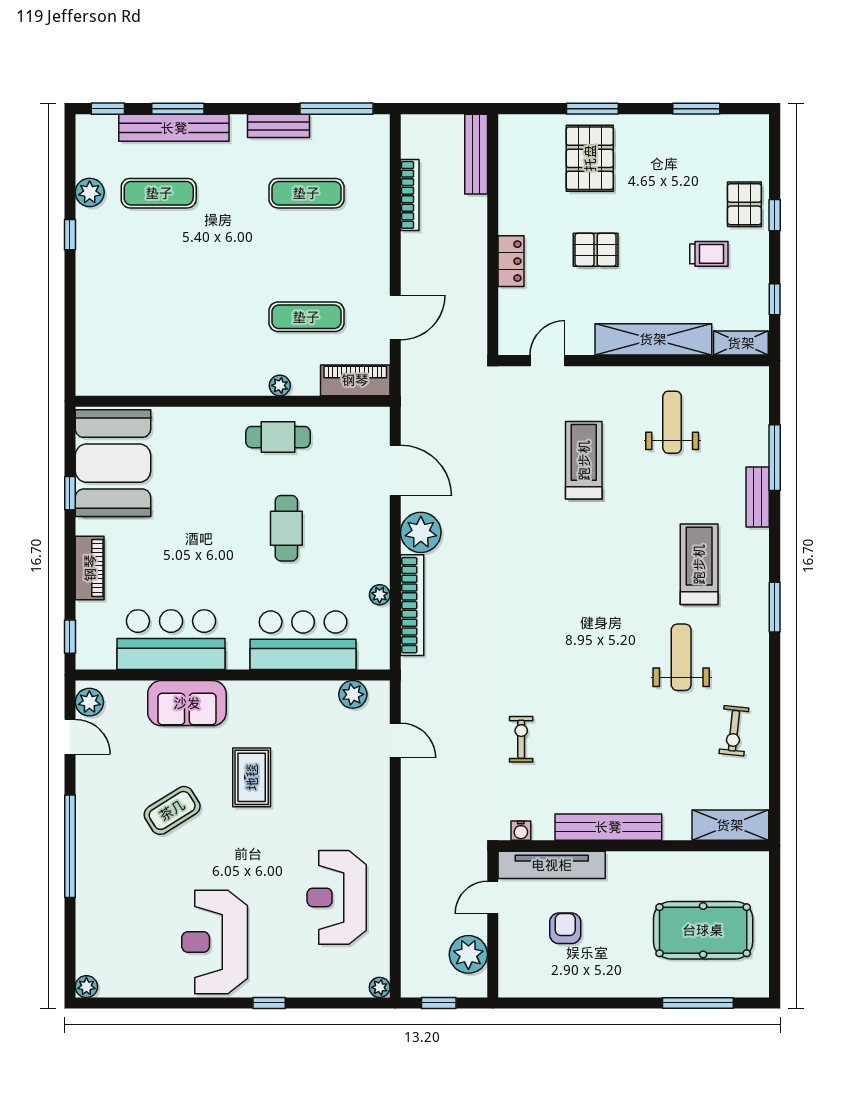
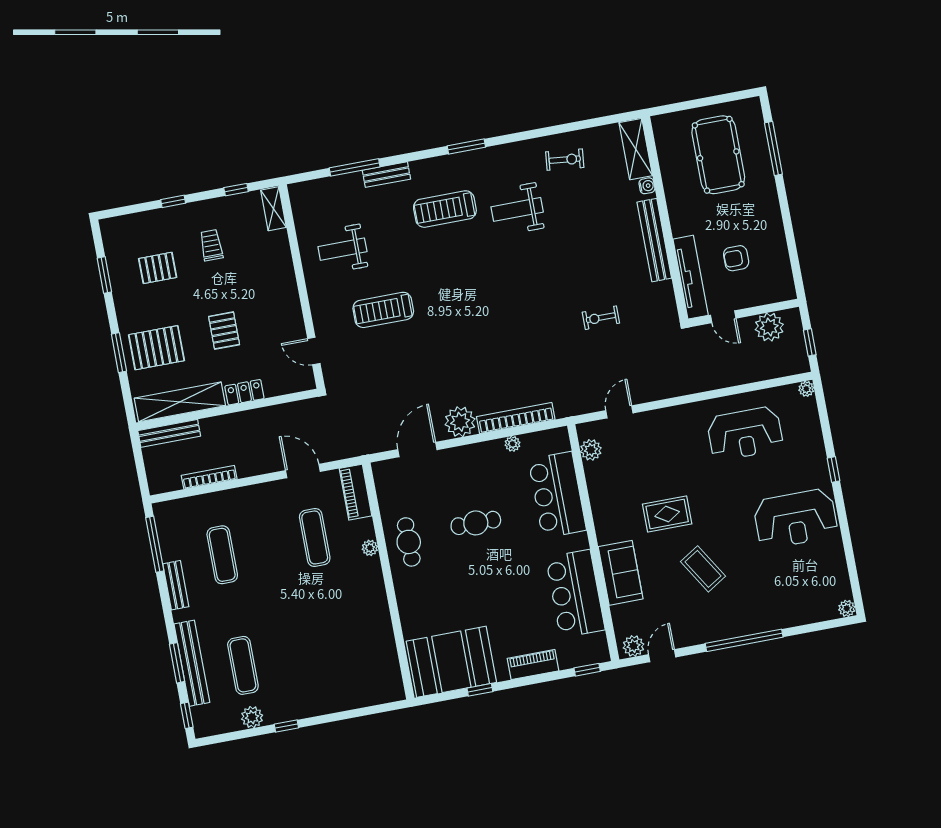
pallet: (744, 204) -> (158, 268), moved
shelving: (653, 339) -> (180, 402), moved, turned 90
water cooler: (521, 831) -> (647, 186), moved

